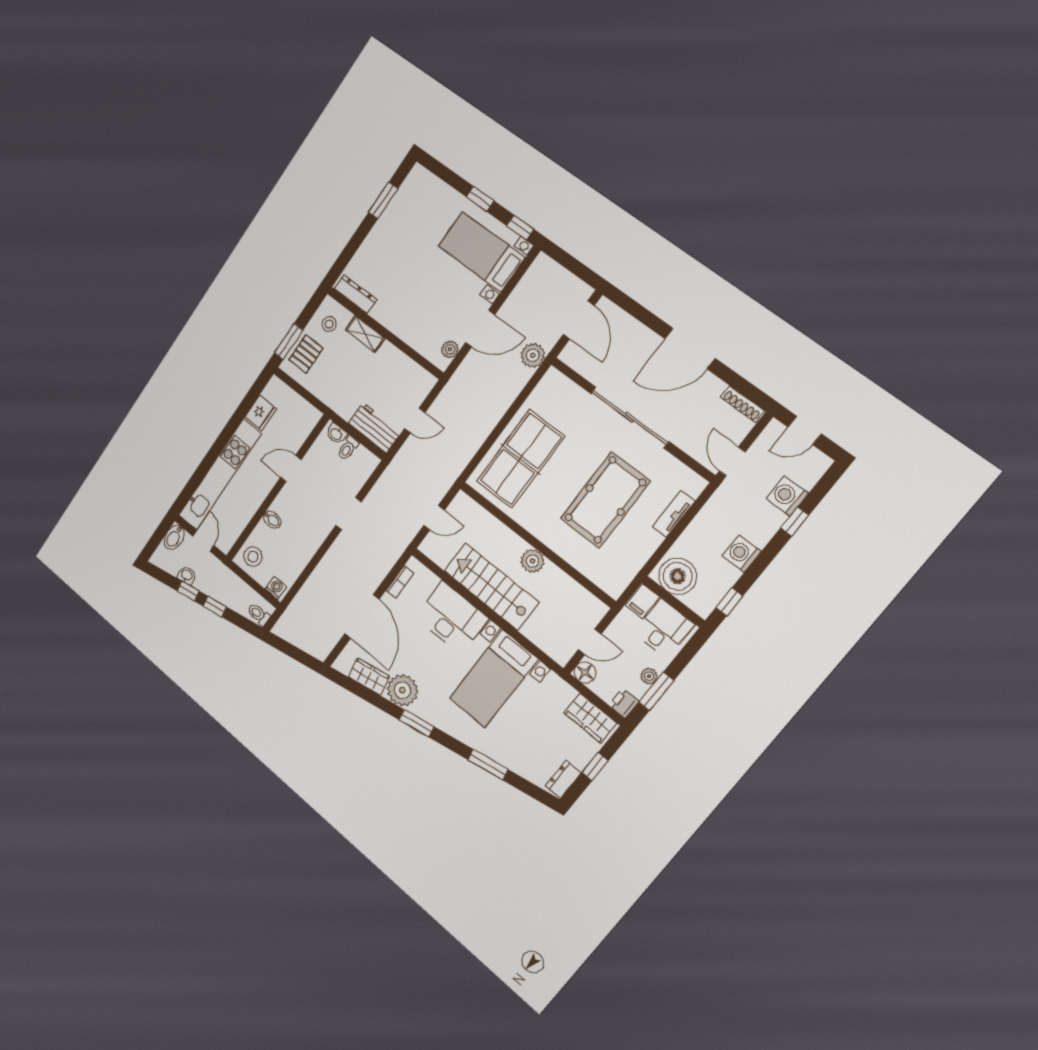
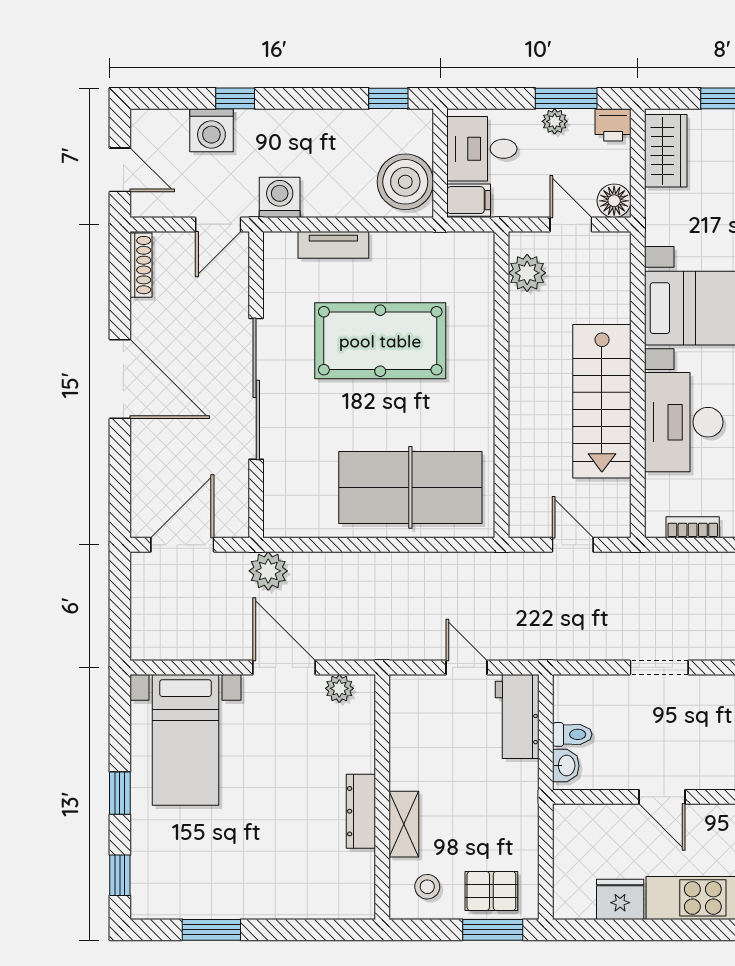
window: (520, 227) -> (120, 875), moved
dresser: (355, 294) -> (361, 811), moved
washing machine: (742, 554) -> (280, 197), moved, turned 180
plant: (533, 561) -> (527, 273), moved

